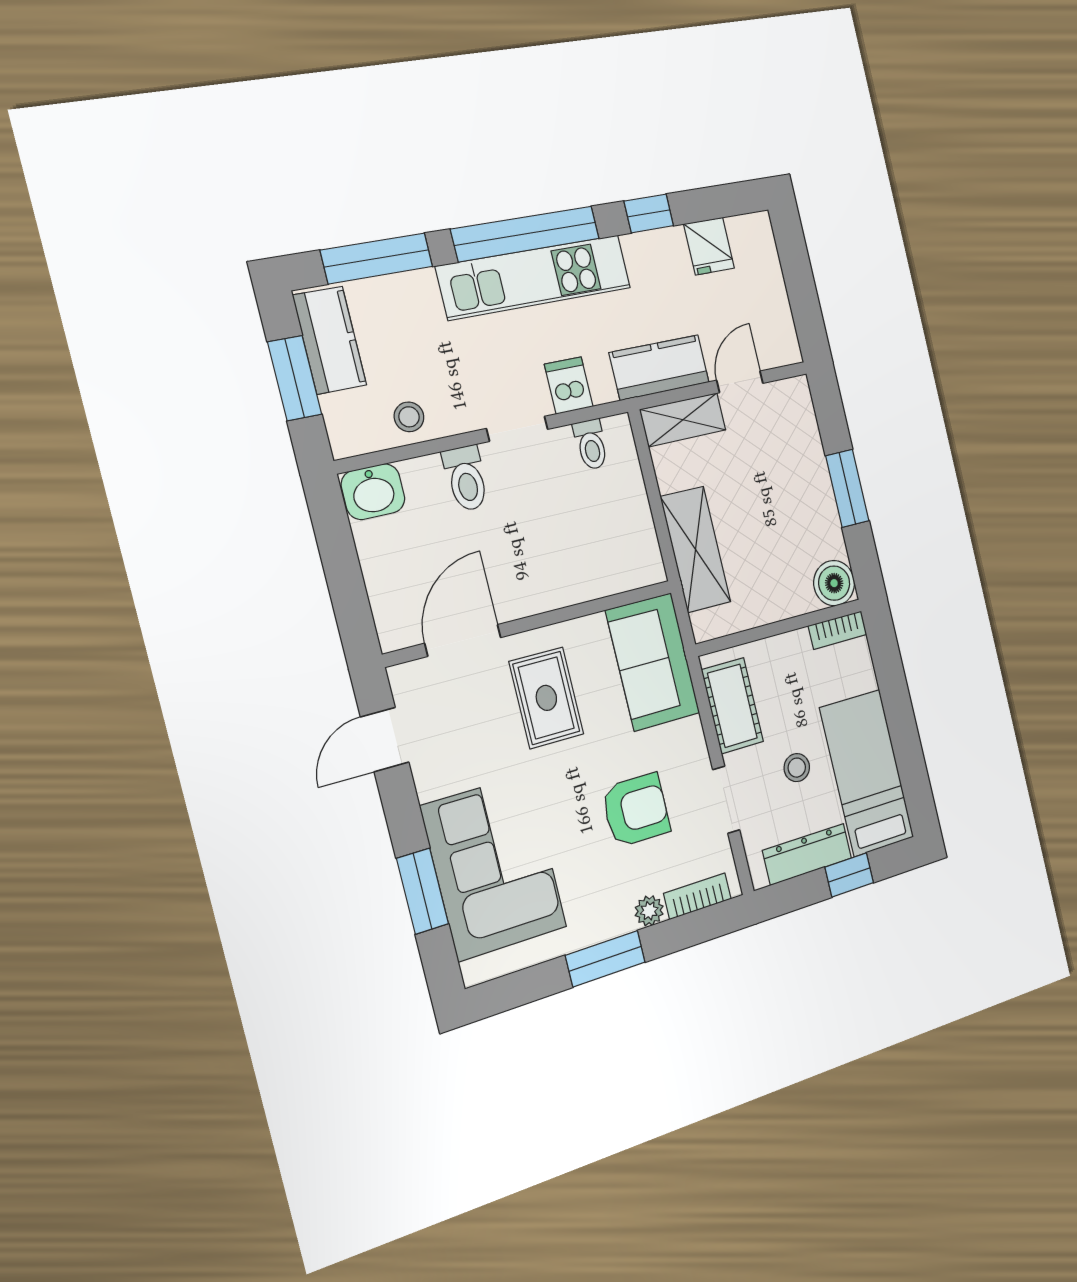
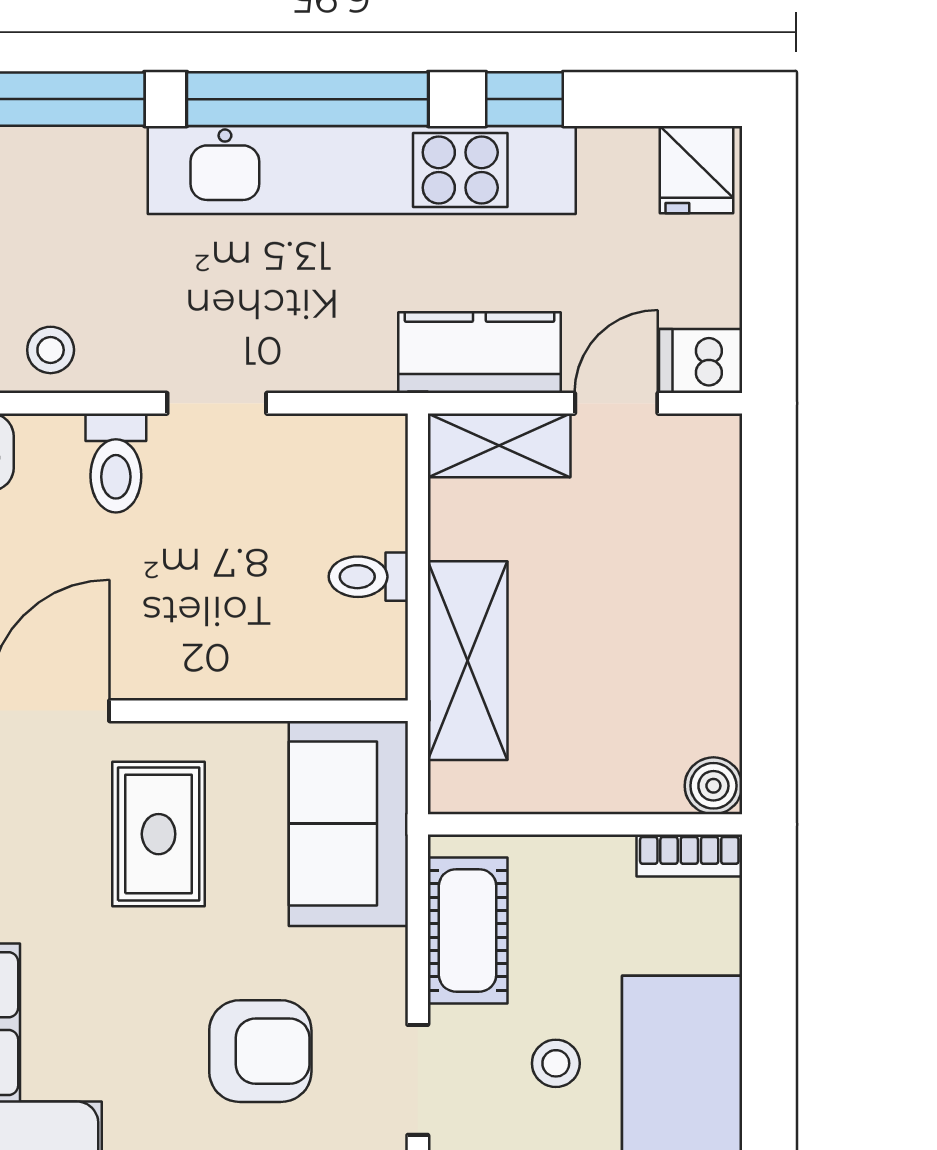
fridge: (709, 246) -> (697, 170), moved
kitchen unit: (535, 277) -> (362, 170), width x1.36
dishwasher: (569, 385) -> (701, 361), moved, turned -90
toilet: (591, 444) -> (368, 577), moved, turned 90
window: (847, 488) -> (769, 622), removed
boiler: (834, 583) -> (713, 786), width x0.73, depth x0.73

